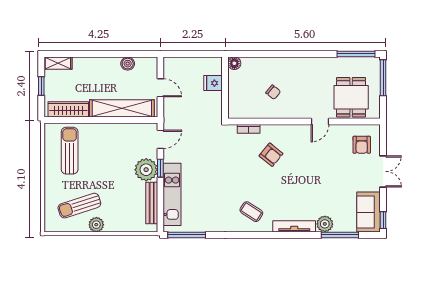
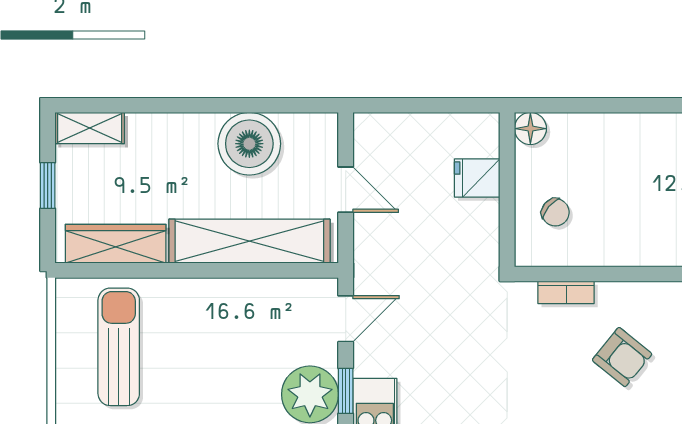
boiler: (128, 64) -> (249, 144), width x1.86, depth x1.86
chair: (273, 92) -> (555, 212), moved

